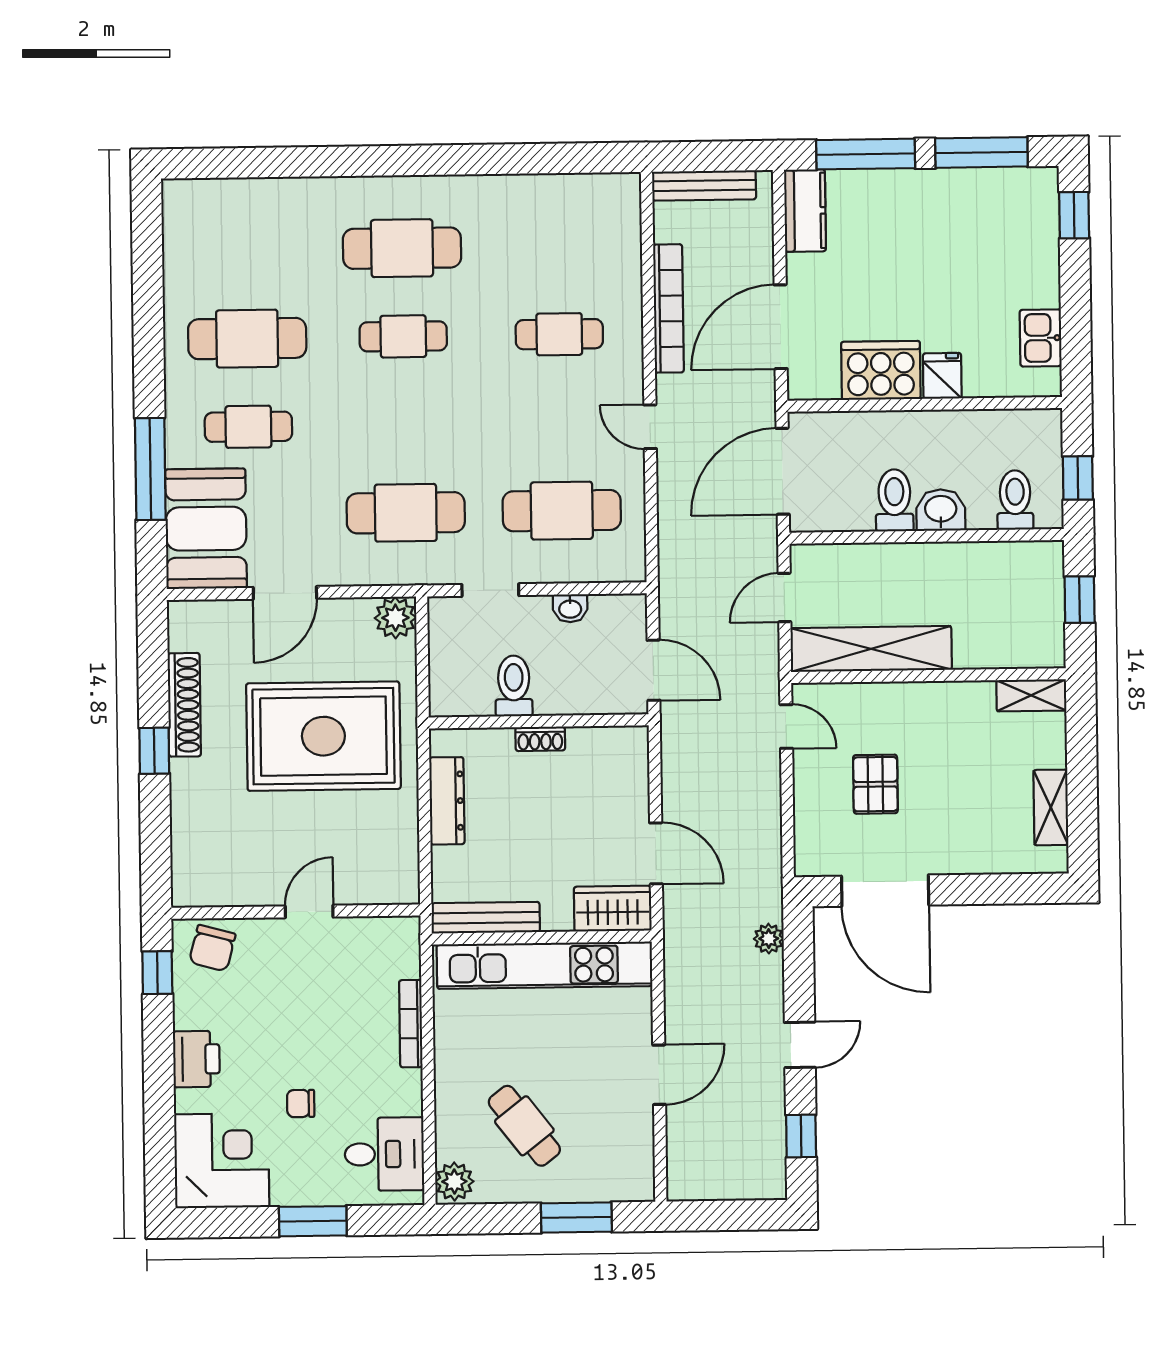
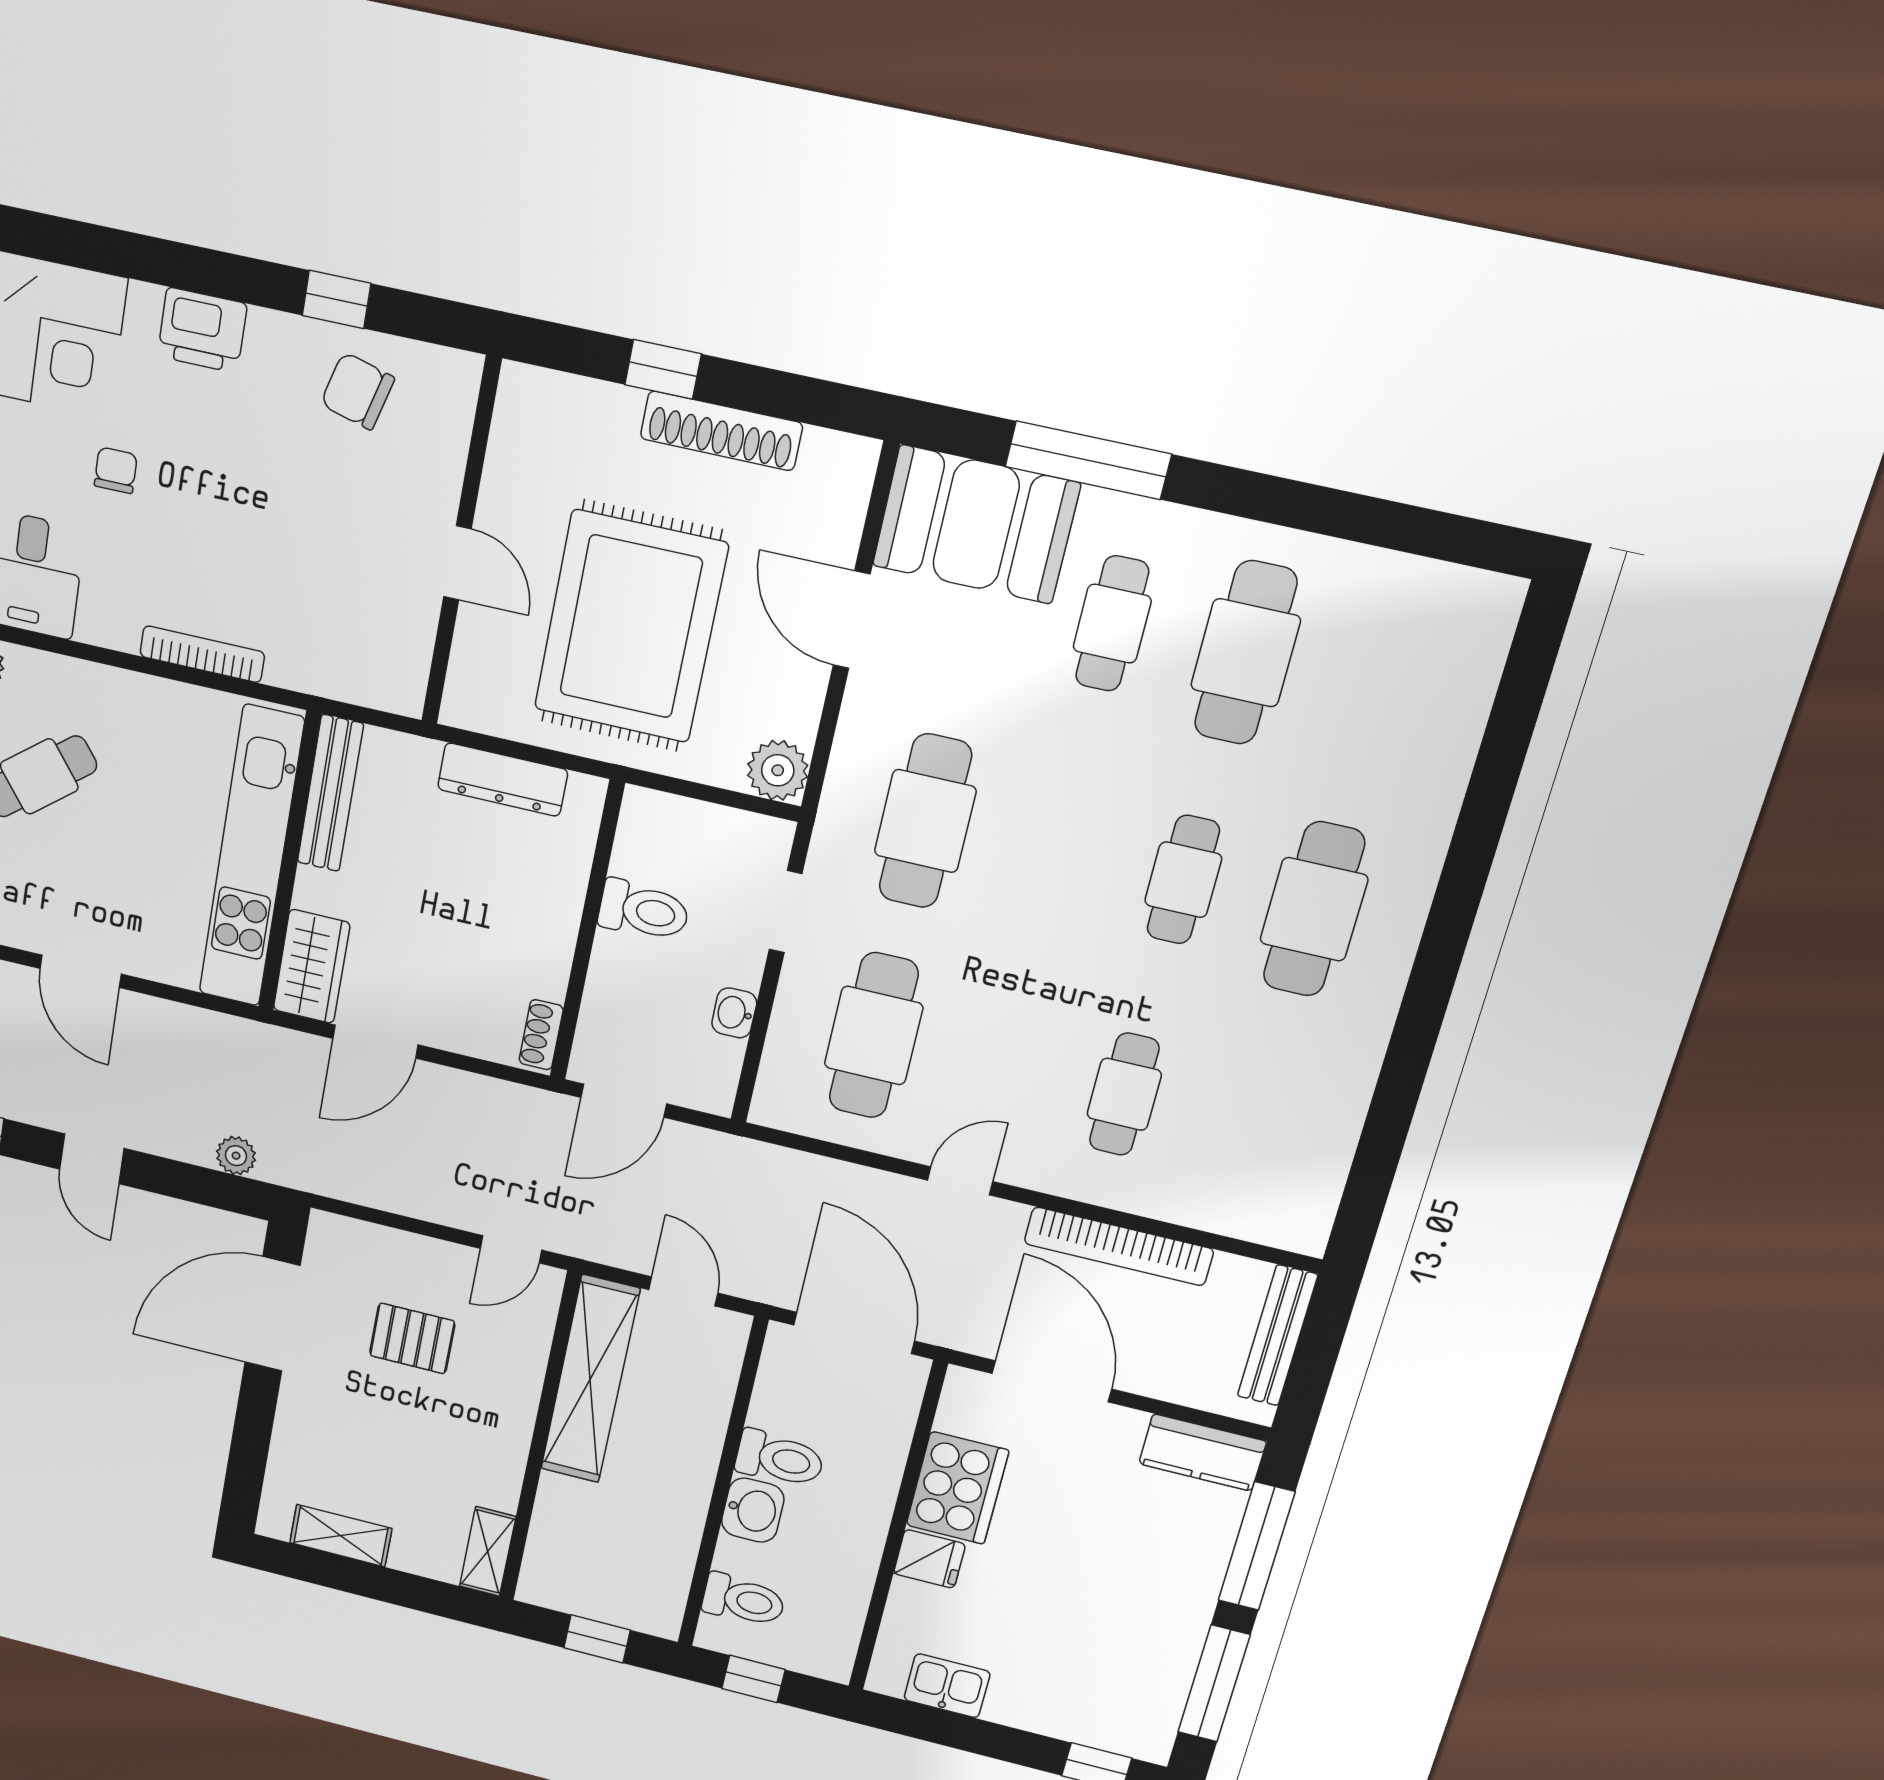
shoe rack: (540, 739) -> (541, 1035), moved
door: (309, 911) -> (457, 563), moved
wall: (296, 912) -> (461, 543), moved

